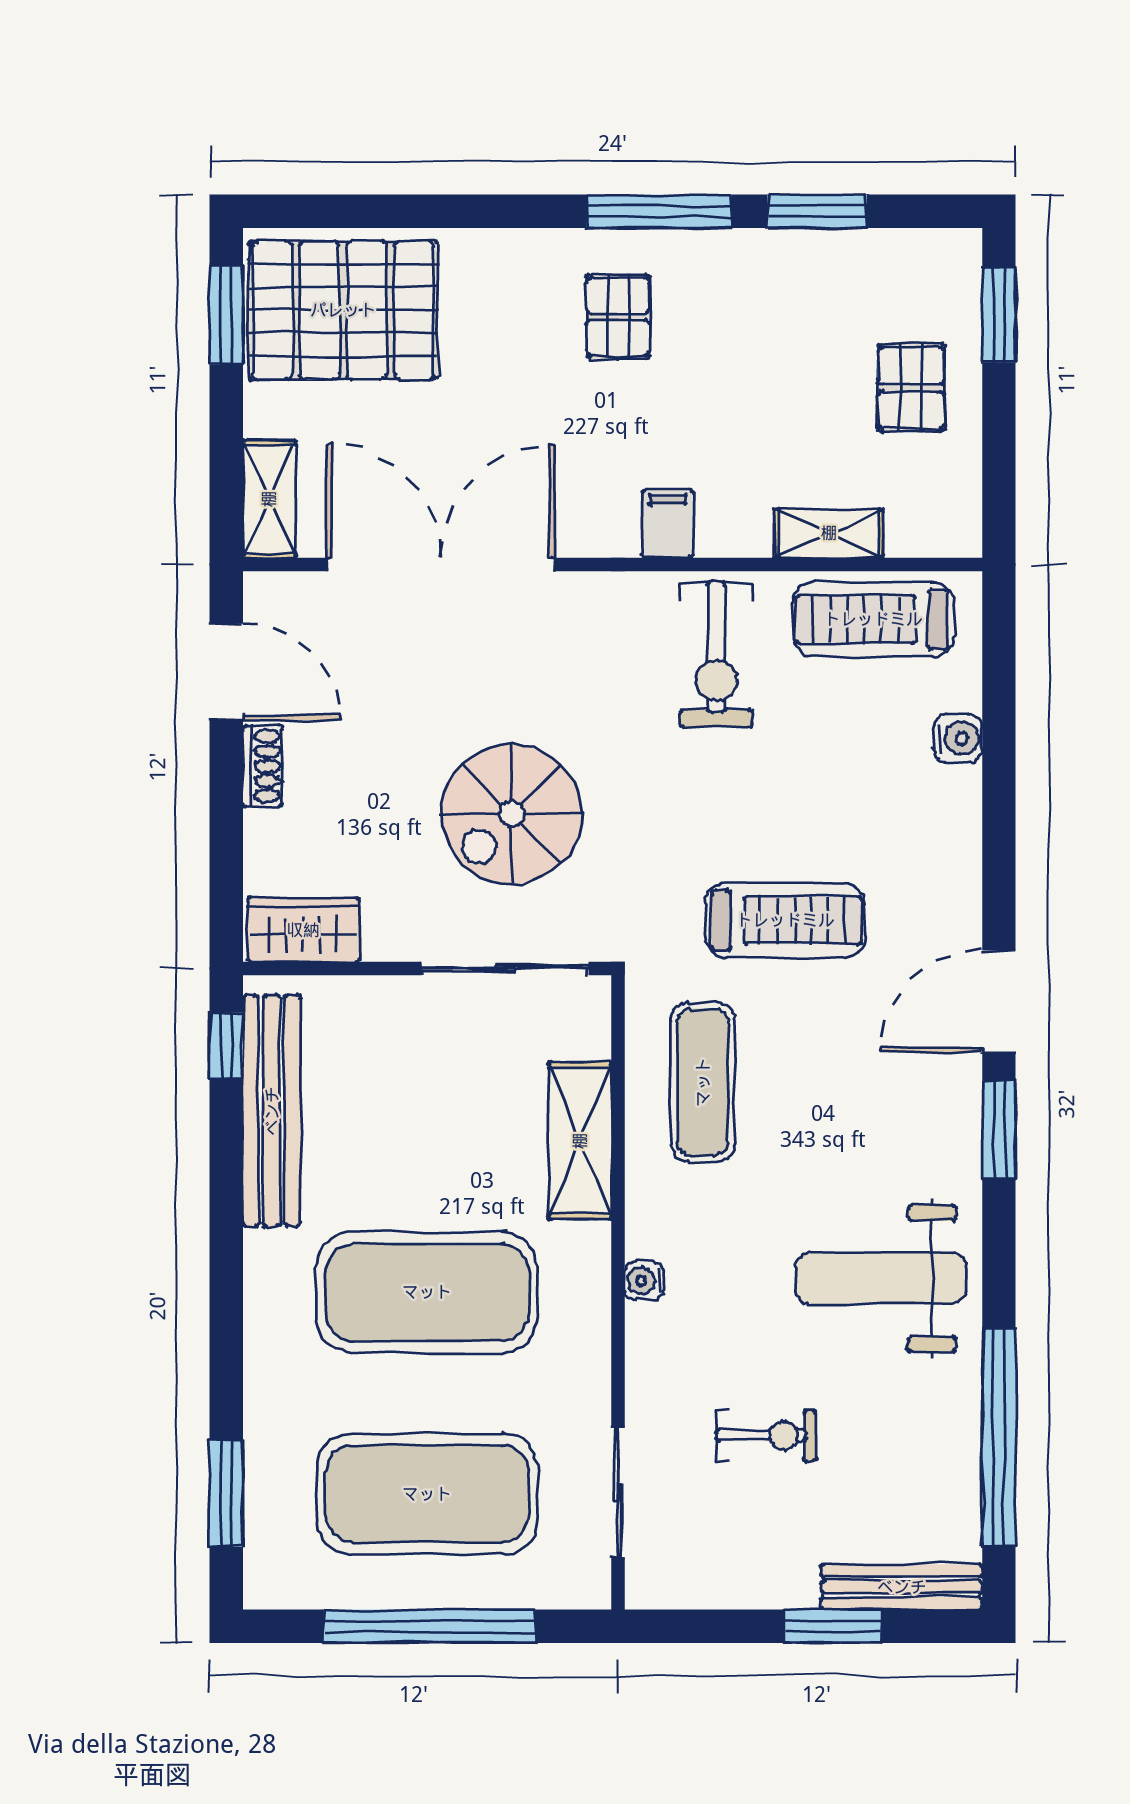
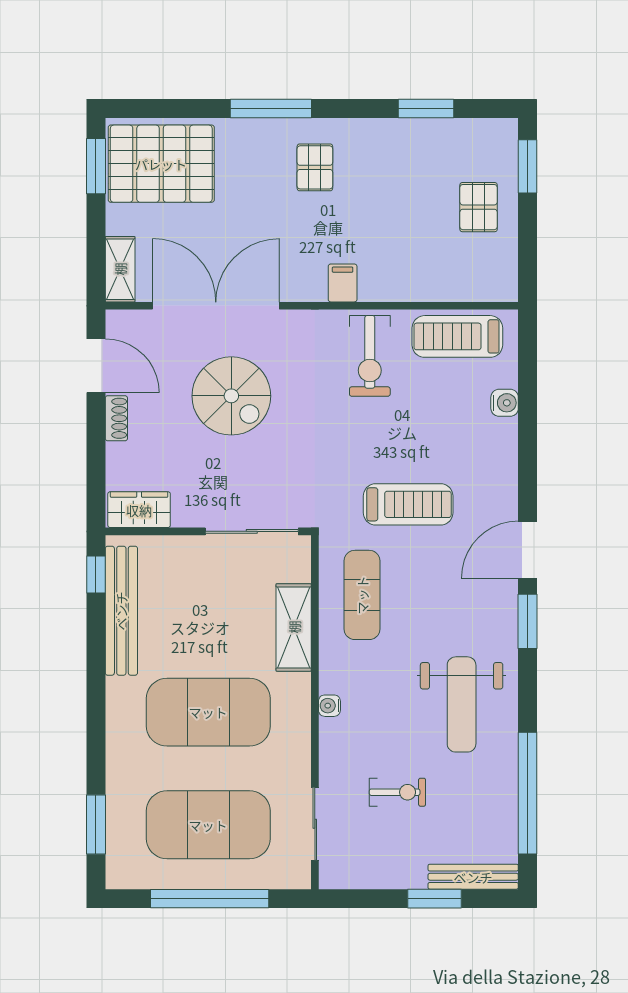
window: (659, 211) -> (271, 109), moved
shelving: (829, 533) -> (433, 288), removed
spiral stairs: (512, 814) -> (231, 396), moved, turned -90
weight bench: (881, 1278) -> (462, 704), turned -90

